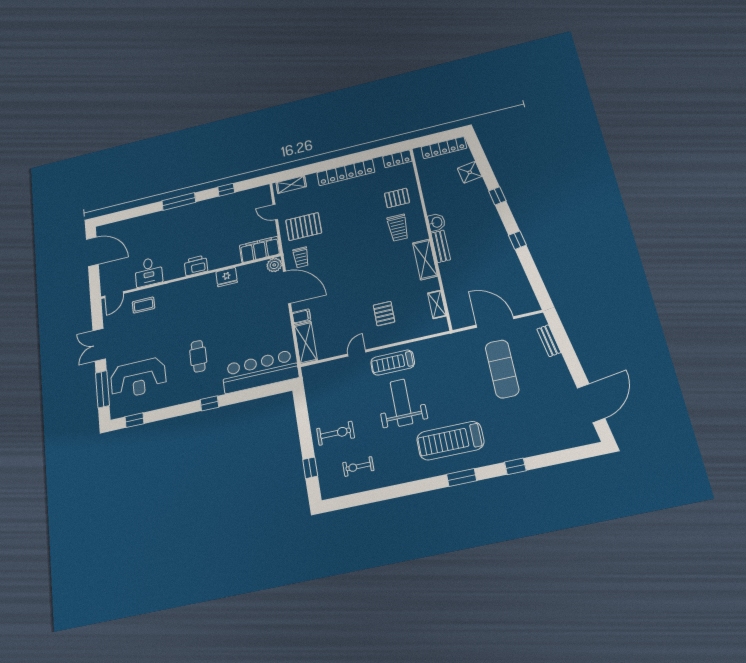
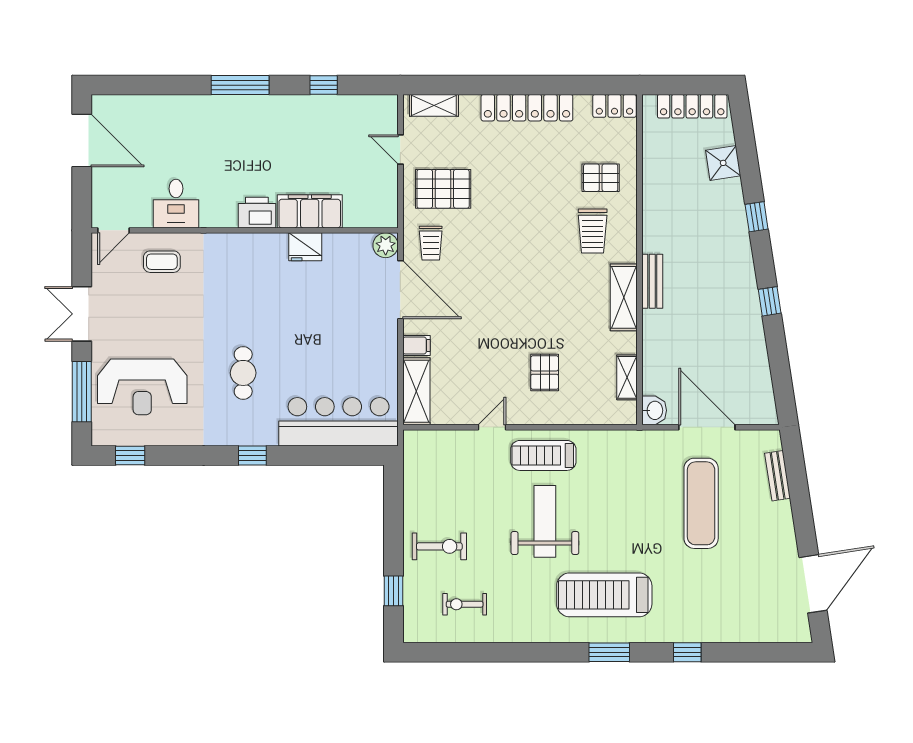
washbasin: (437, 222) -> (654, 410), moved
filing cabinet: (260, 249) -> (310, 211), moved

